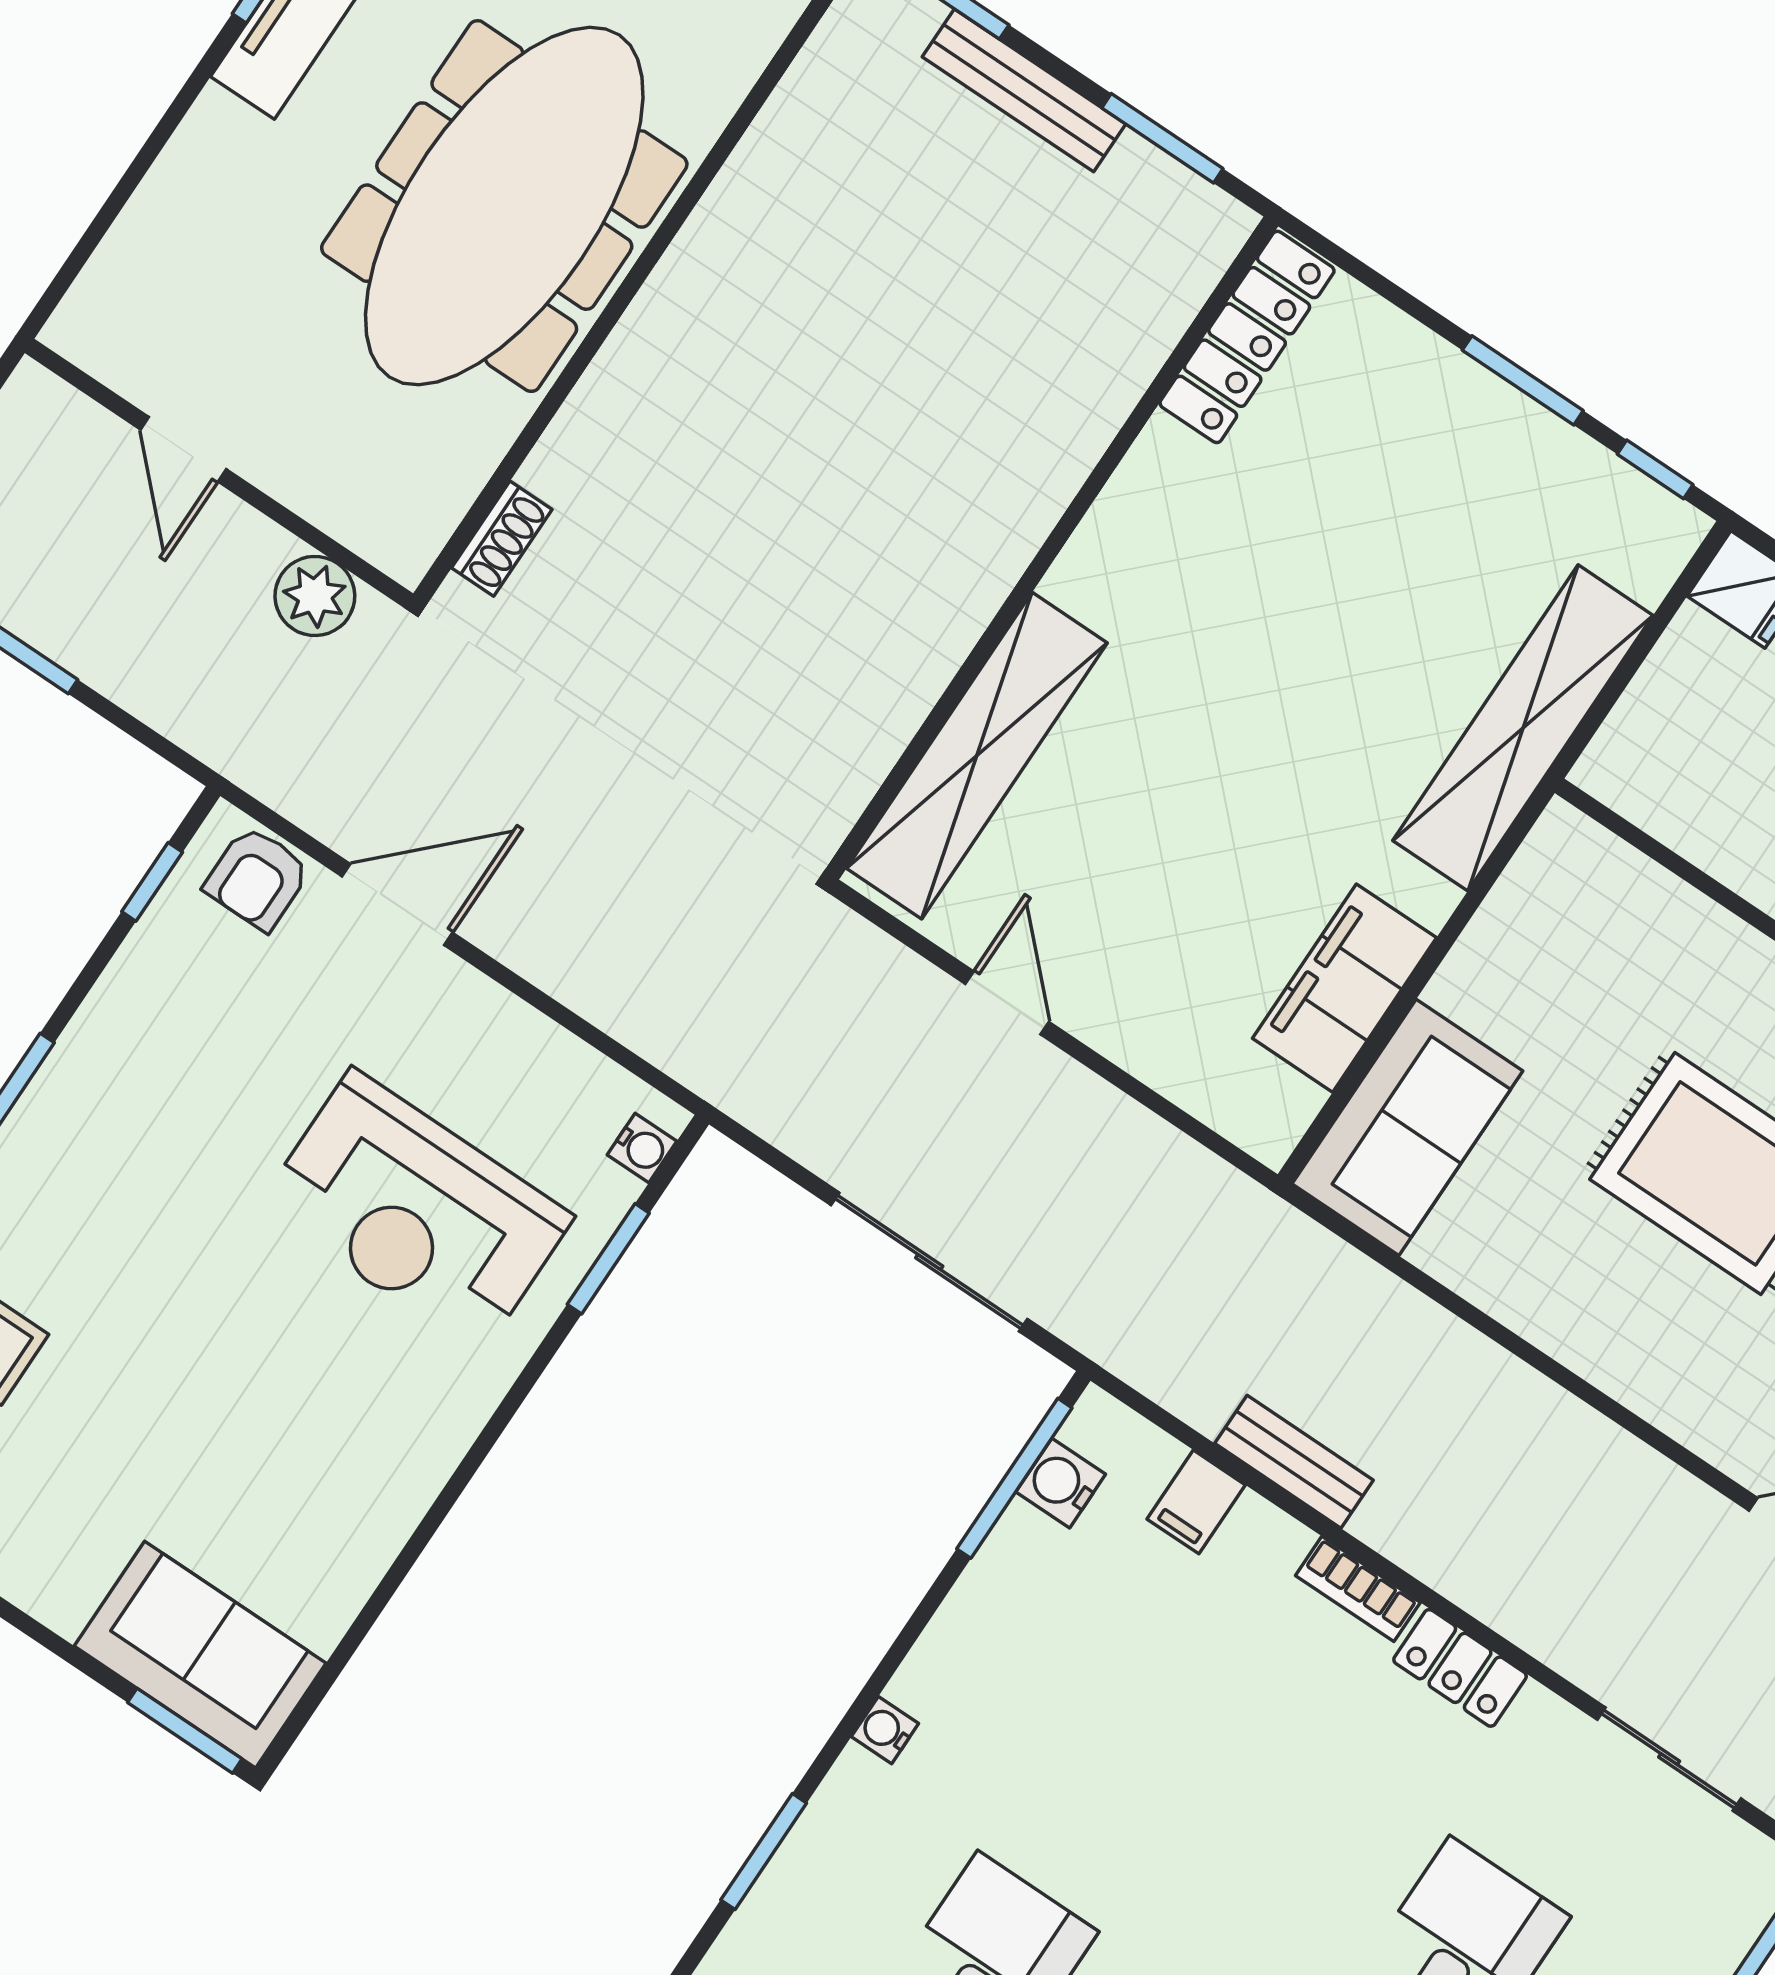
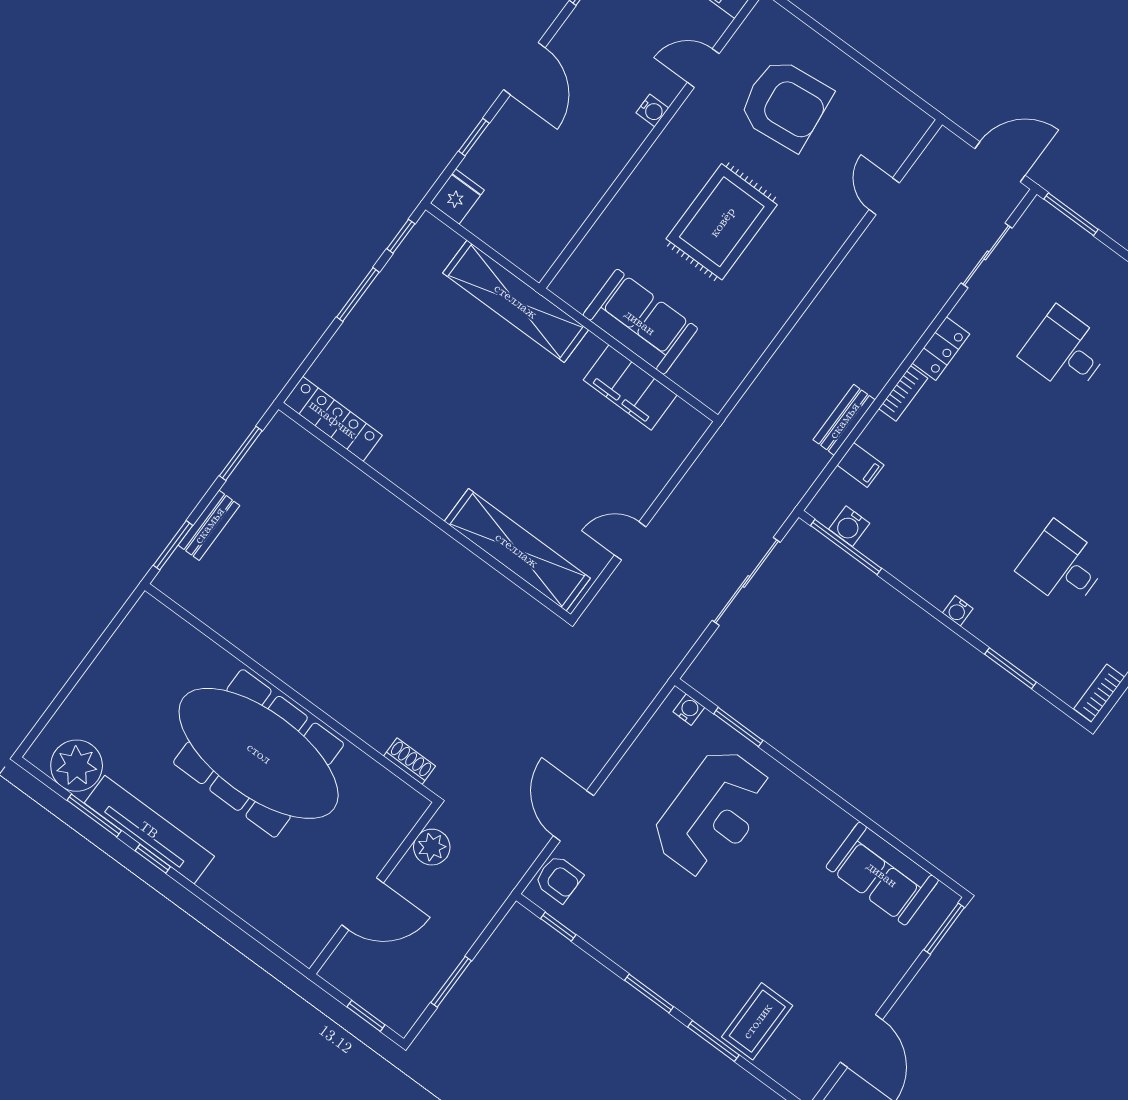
bench: (1024, 90) -> (209, 525), width x0.73
door: (183, 449) -> (363, 904), width x1.38
sofa: (1407, 1127) -> (640, 322), moved
sofa: (200, 1655) -> (882, 874), moved, turned -90

